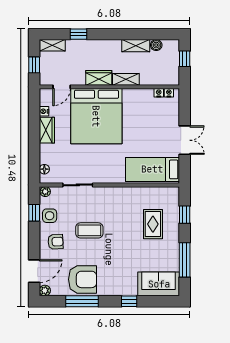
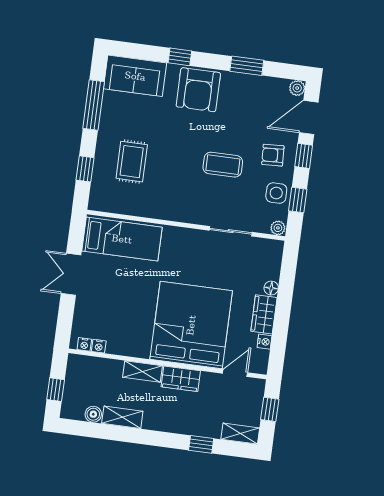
floor lamp: (44, 169) -> (271, 288), moved
window: (34, 244) -> (304, 156), added
armchair: (83, 279) -> (198, 90), moved, turned -90
window: (82, 301) -> (247, 66), width x0.69

